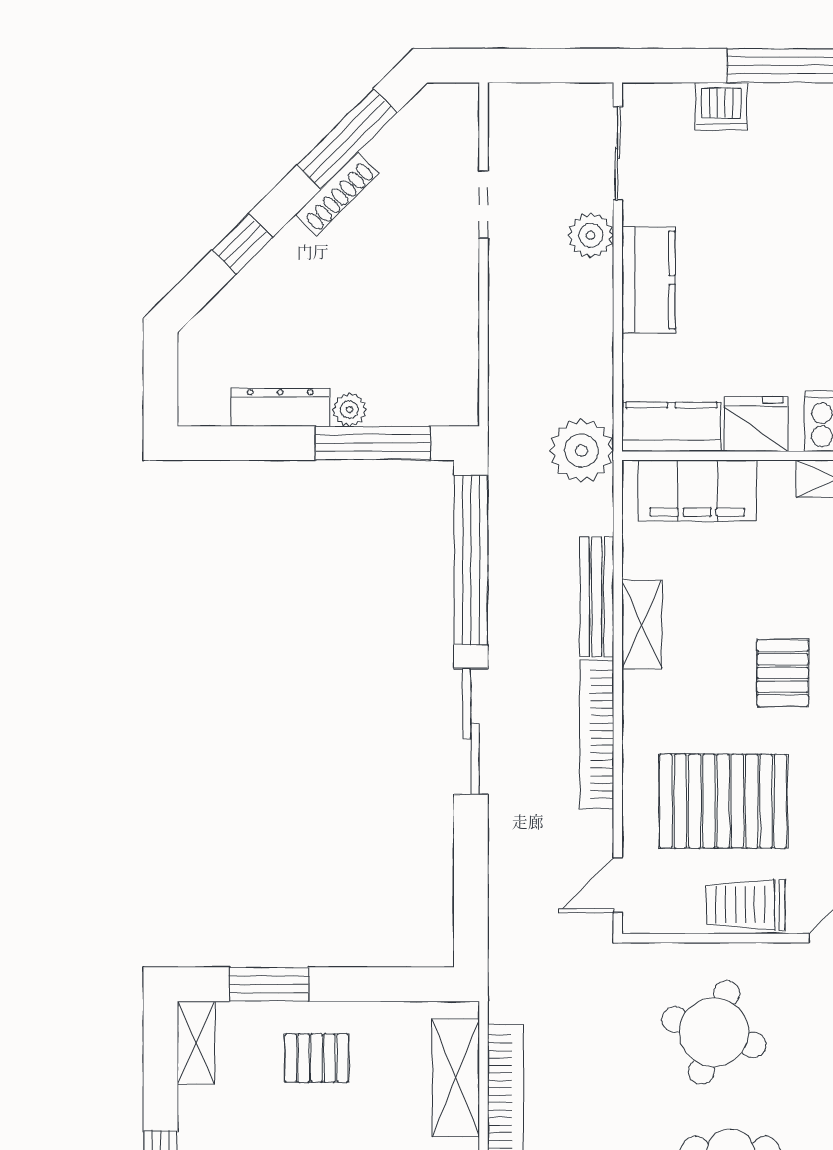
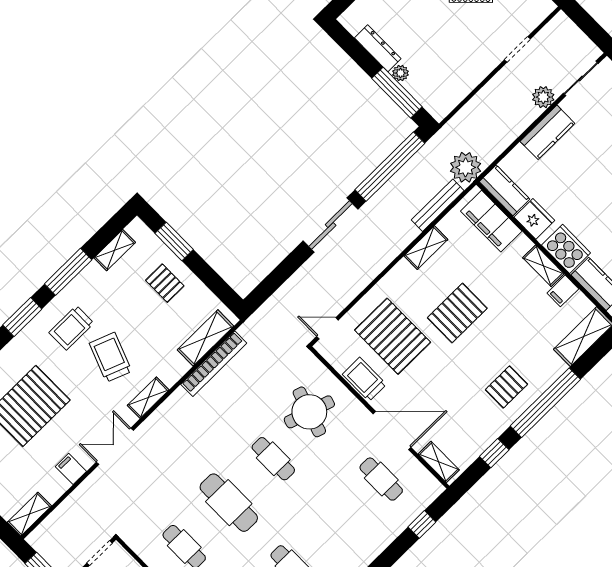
bench: (597, 597) -> (438, 205), moved
pallet: (783, 673) -> (457, 313), width x1.50, depth x1.42
bookcase: (597, 734) -> (372, 270), removed
shelving: (196, 1043) -> (115, 250), moved

